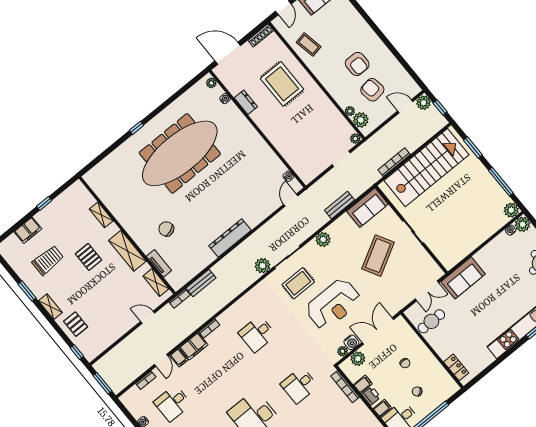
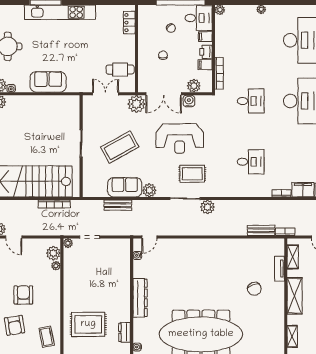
rug: (282, 84) -> (88, 324), turned 90
armchair: (372, 90) -> (15, 325), moved
sofa: (367, 208) -> (125, 187), moved
dresser: (230, 238) -> (140, 298), moved, turned -90
sofa: (463, 278) -> (48, 82), moved
reception desk: (333, 304) -> (180, 139), turned 180
plant: (343, 351) -> (136, 104), moved, width x1.88, depth x1.88

